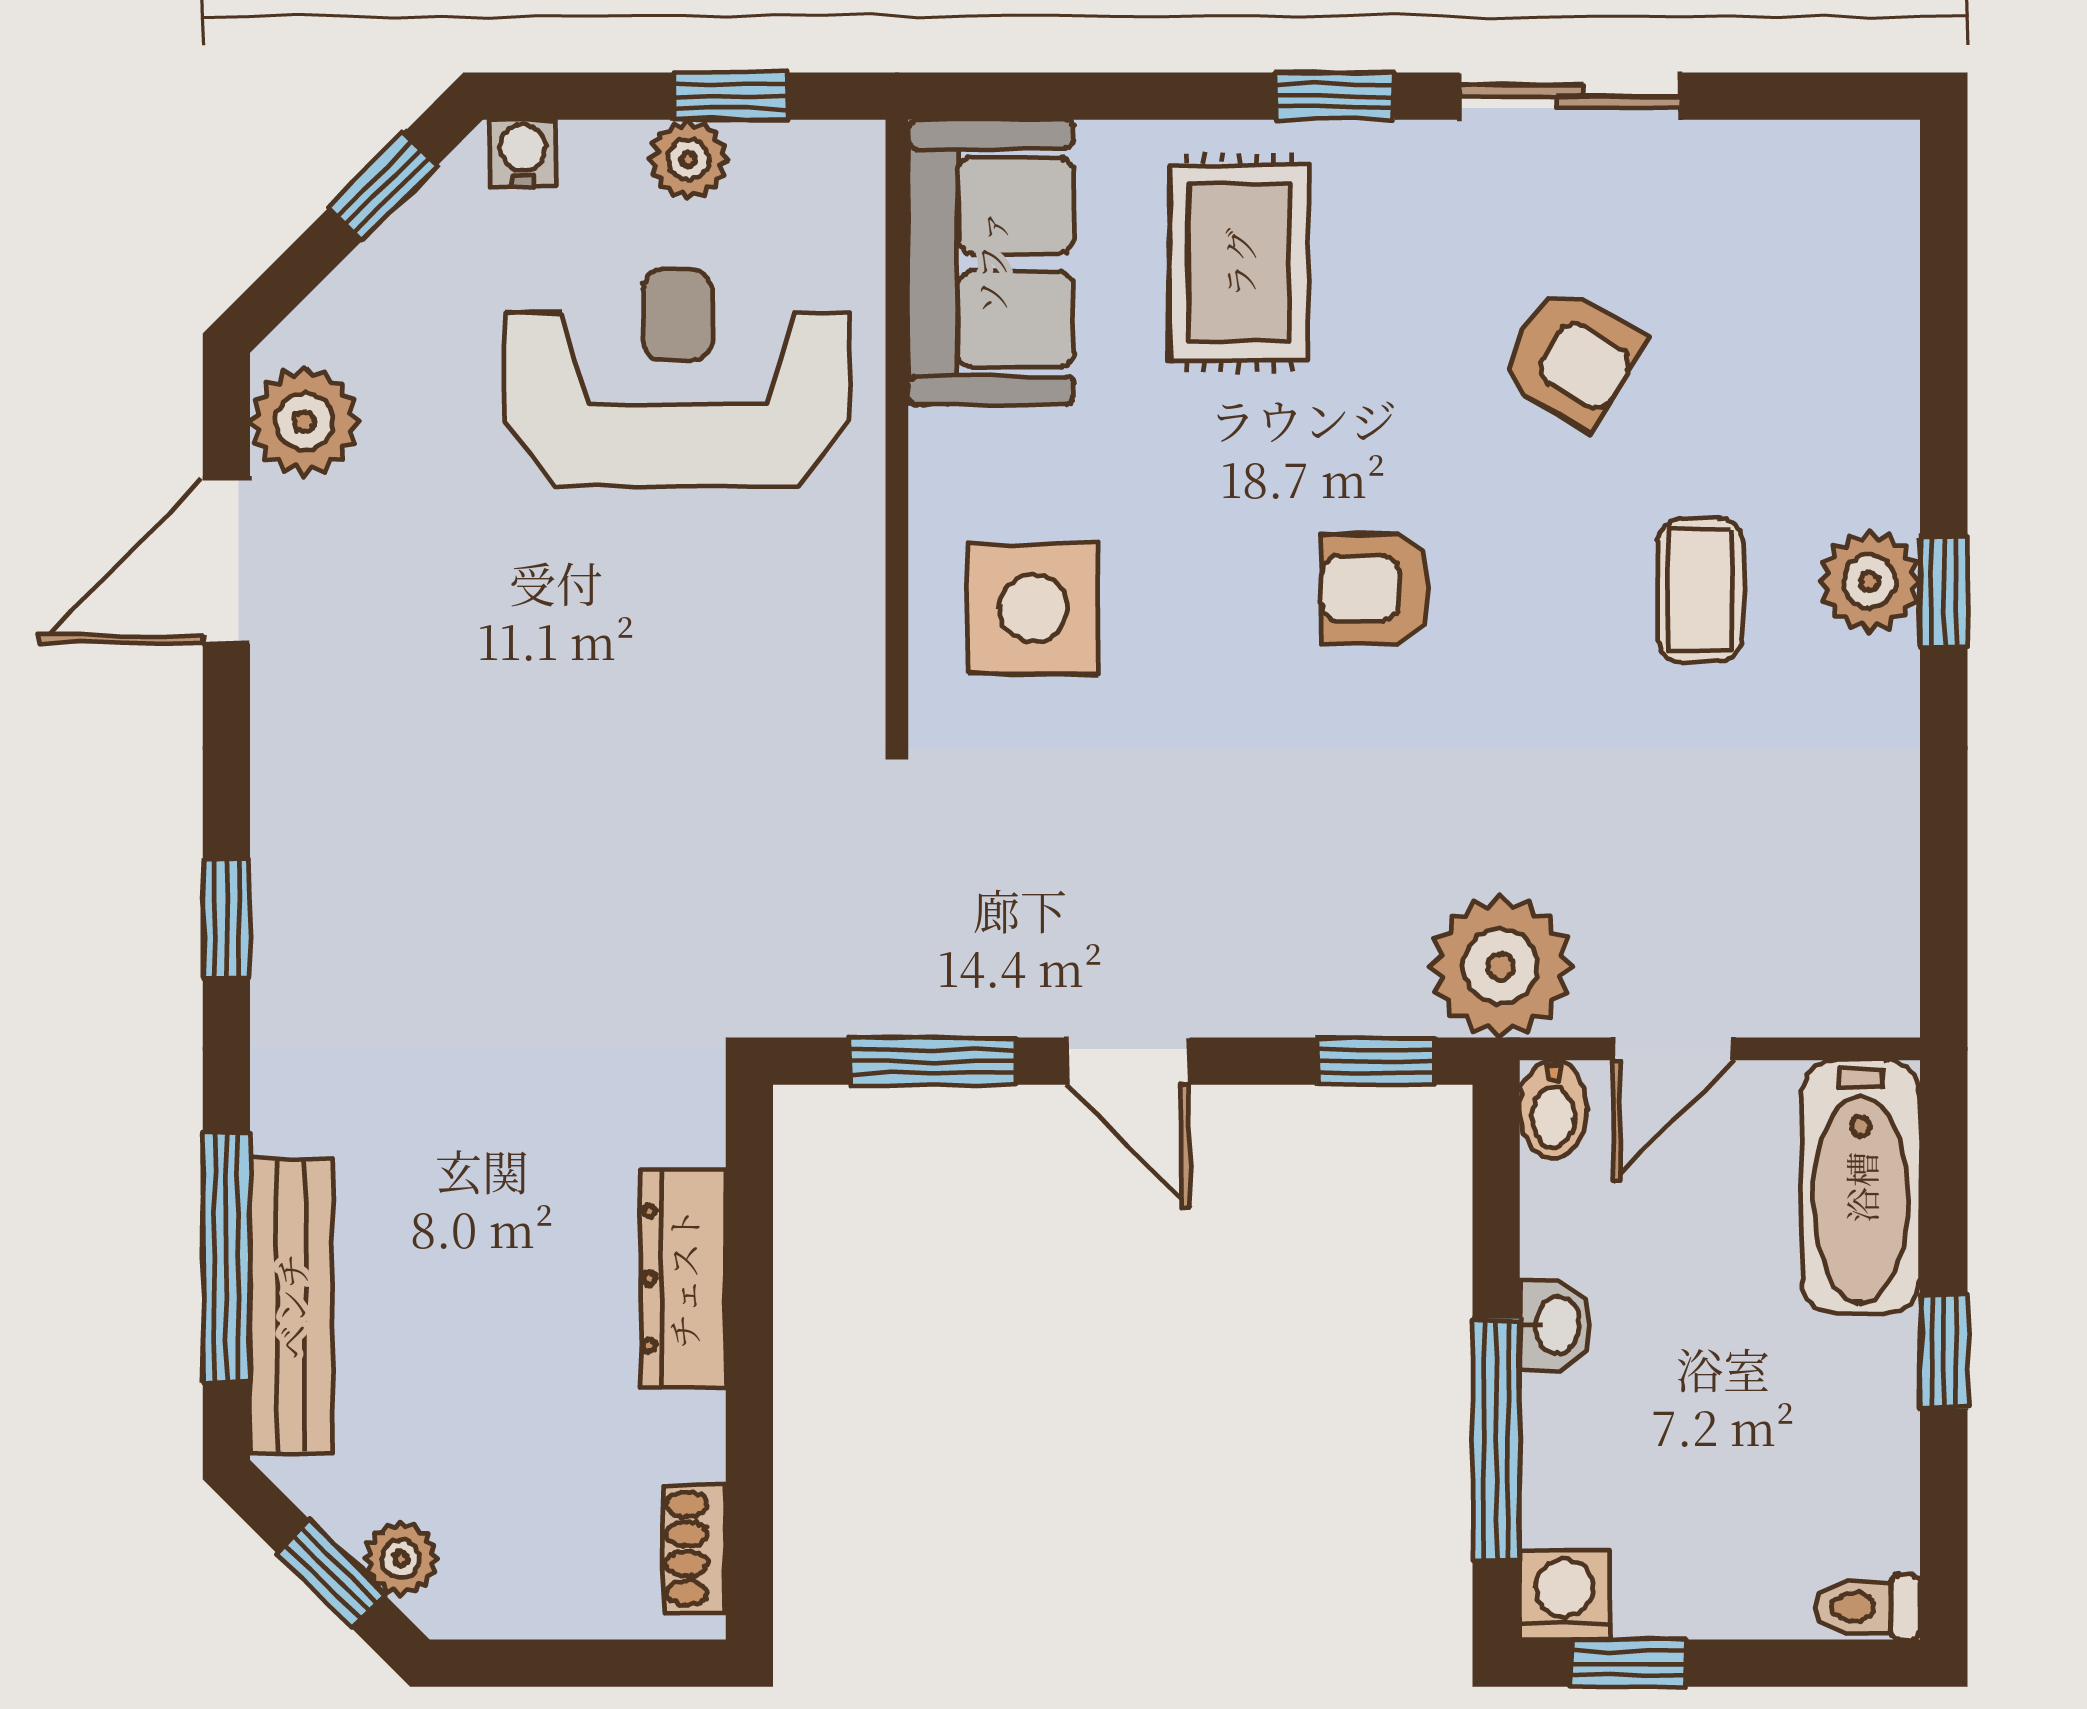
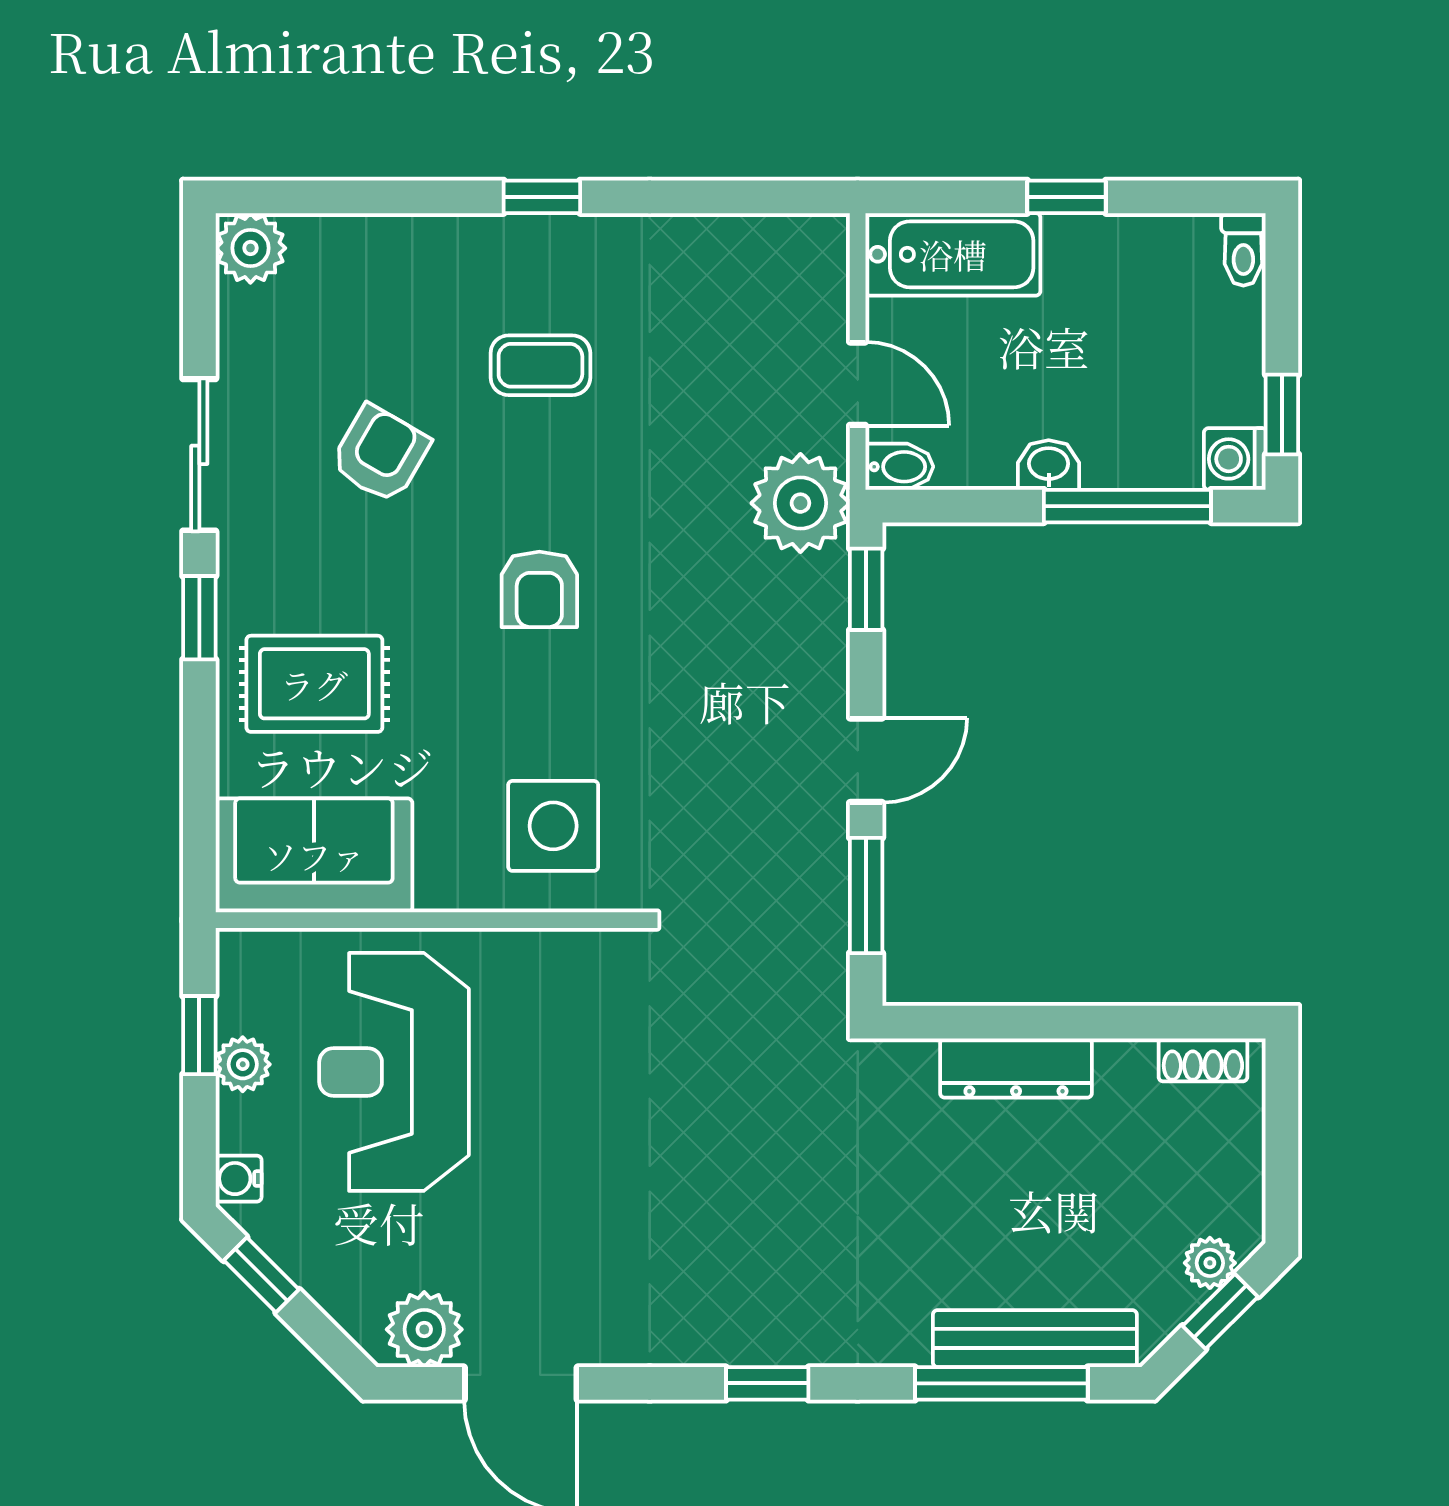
plant: (1870, 582) -> (250, 248), moved

